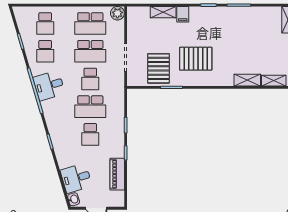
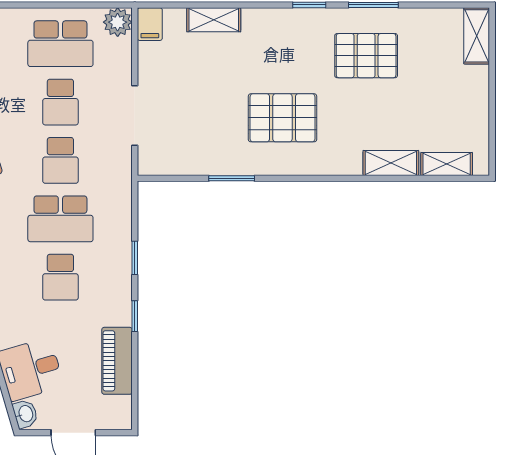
filing cabinet: (183, 14) -> (150, 24), moved
school desk: (90, 51) -> (60, 102), width x0.54
pallet: (159, 68) -> (366, 56), moved, turned 90

